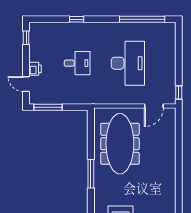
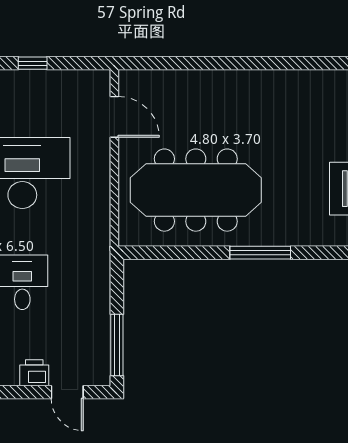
door: (26, 84) -> (67, 392), hinge flipped
window: (179, 93) -> (33, 63), moved

